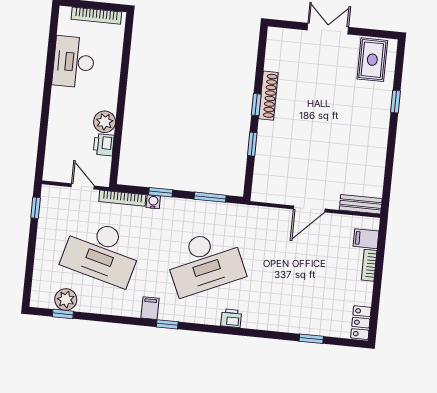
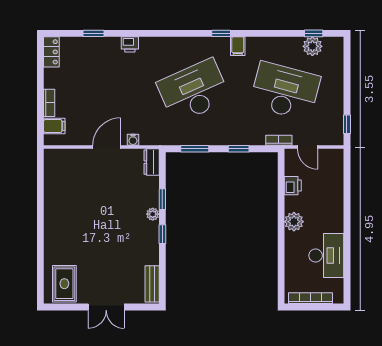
shoe rack: (268, 96) -> (153, 243), removed
window: (395, 102) -> (40, 249), removed
plant: (105, 122) -> (294, 222), moved
plant: (265, 128) -> (153, 214), added
dresser: (260, 187) -> (152, 162), added
bookcase: (122, 198) -> (279, 140), width x0.64
water cooler: (153, 202) -> (133, 140), moved
bench: (361, 204) -> (152, 284), moved, turned 90
printer: (231, 318) -> (130, 44), moved

